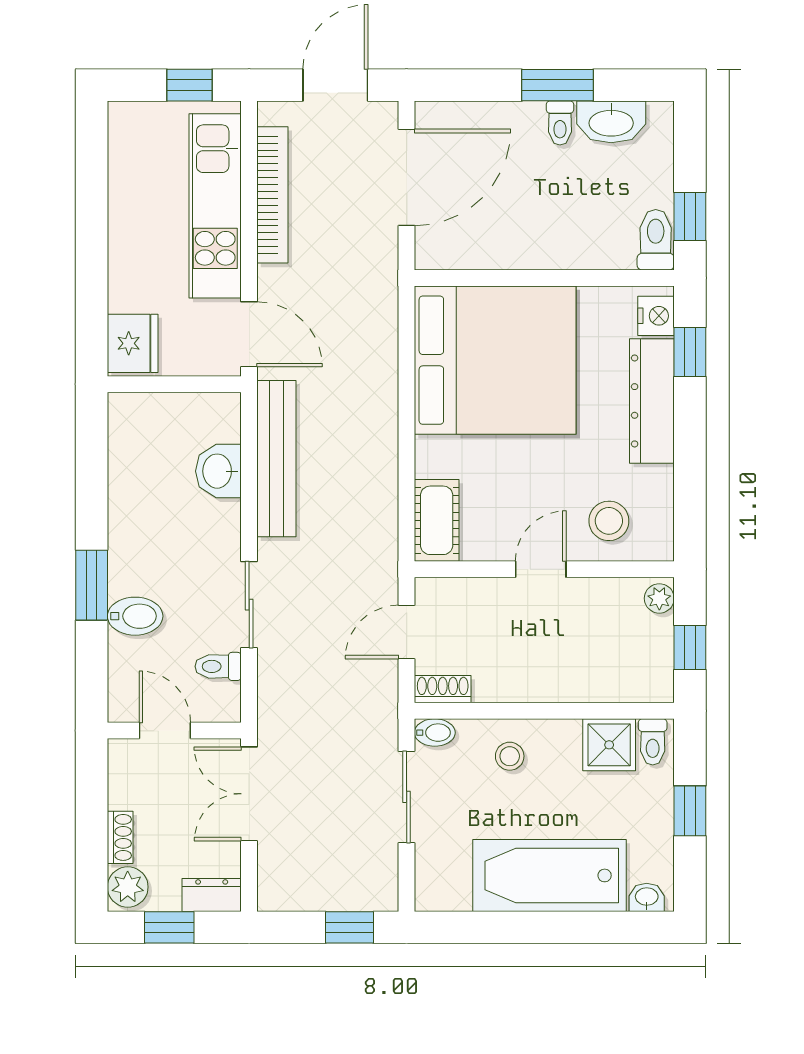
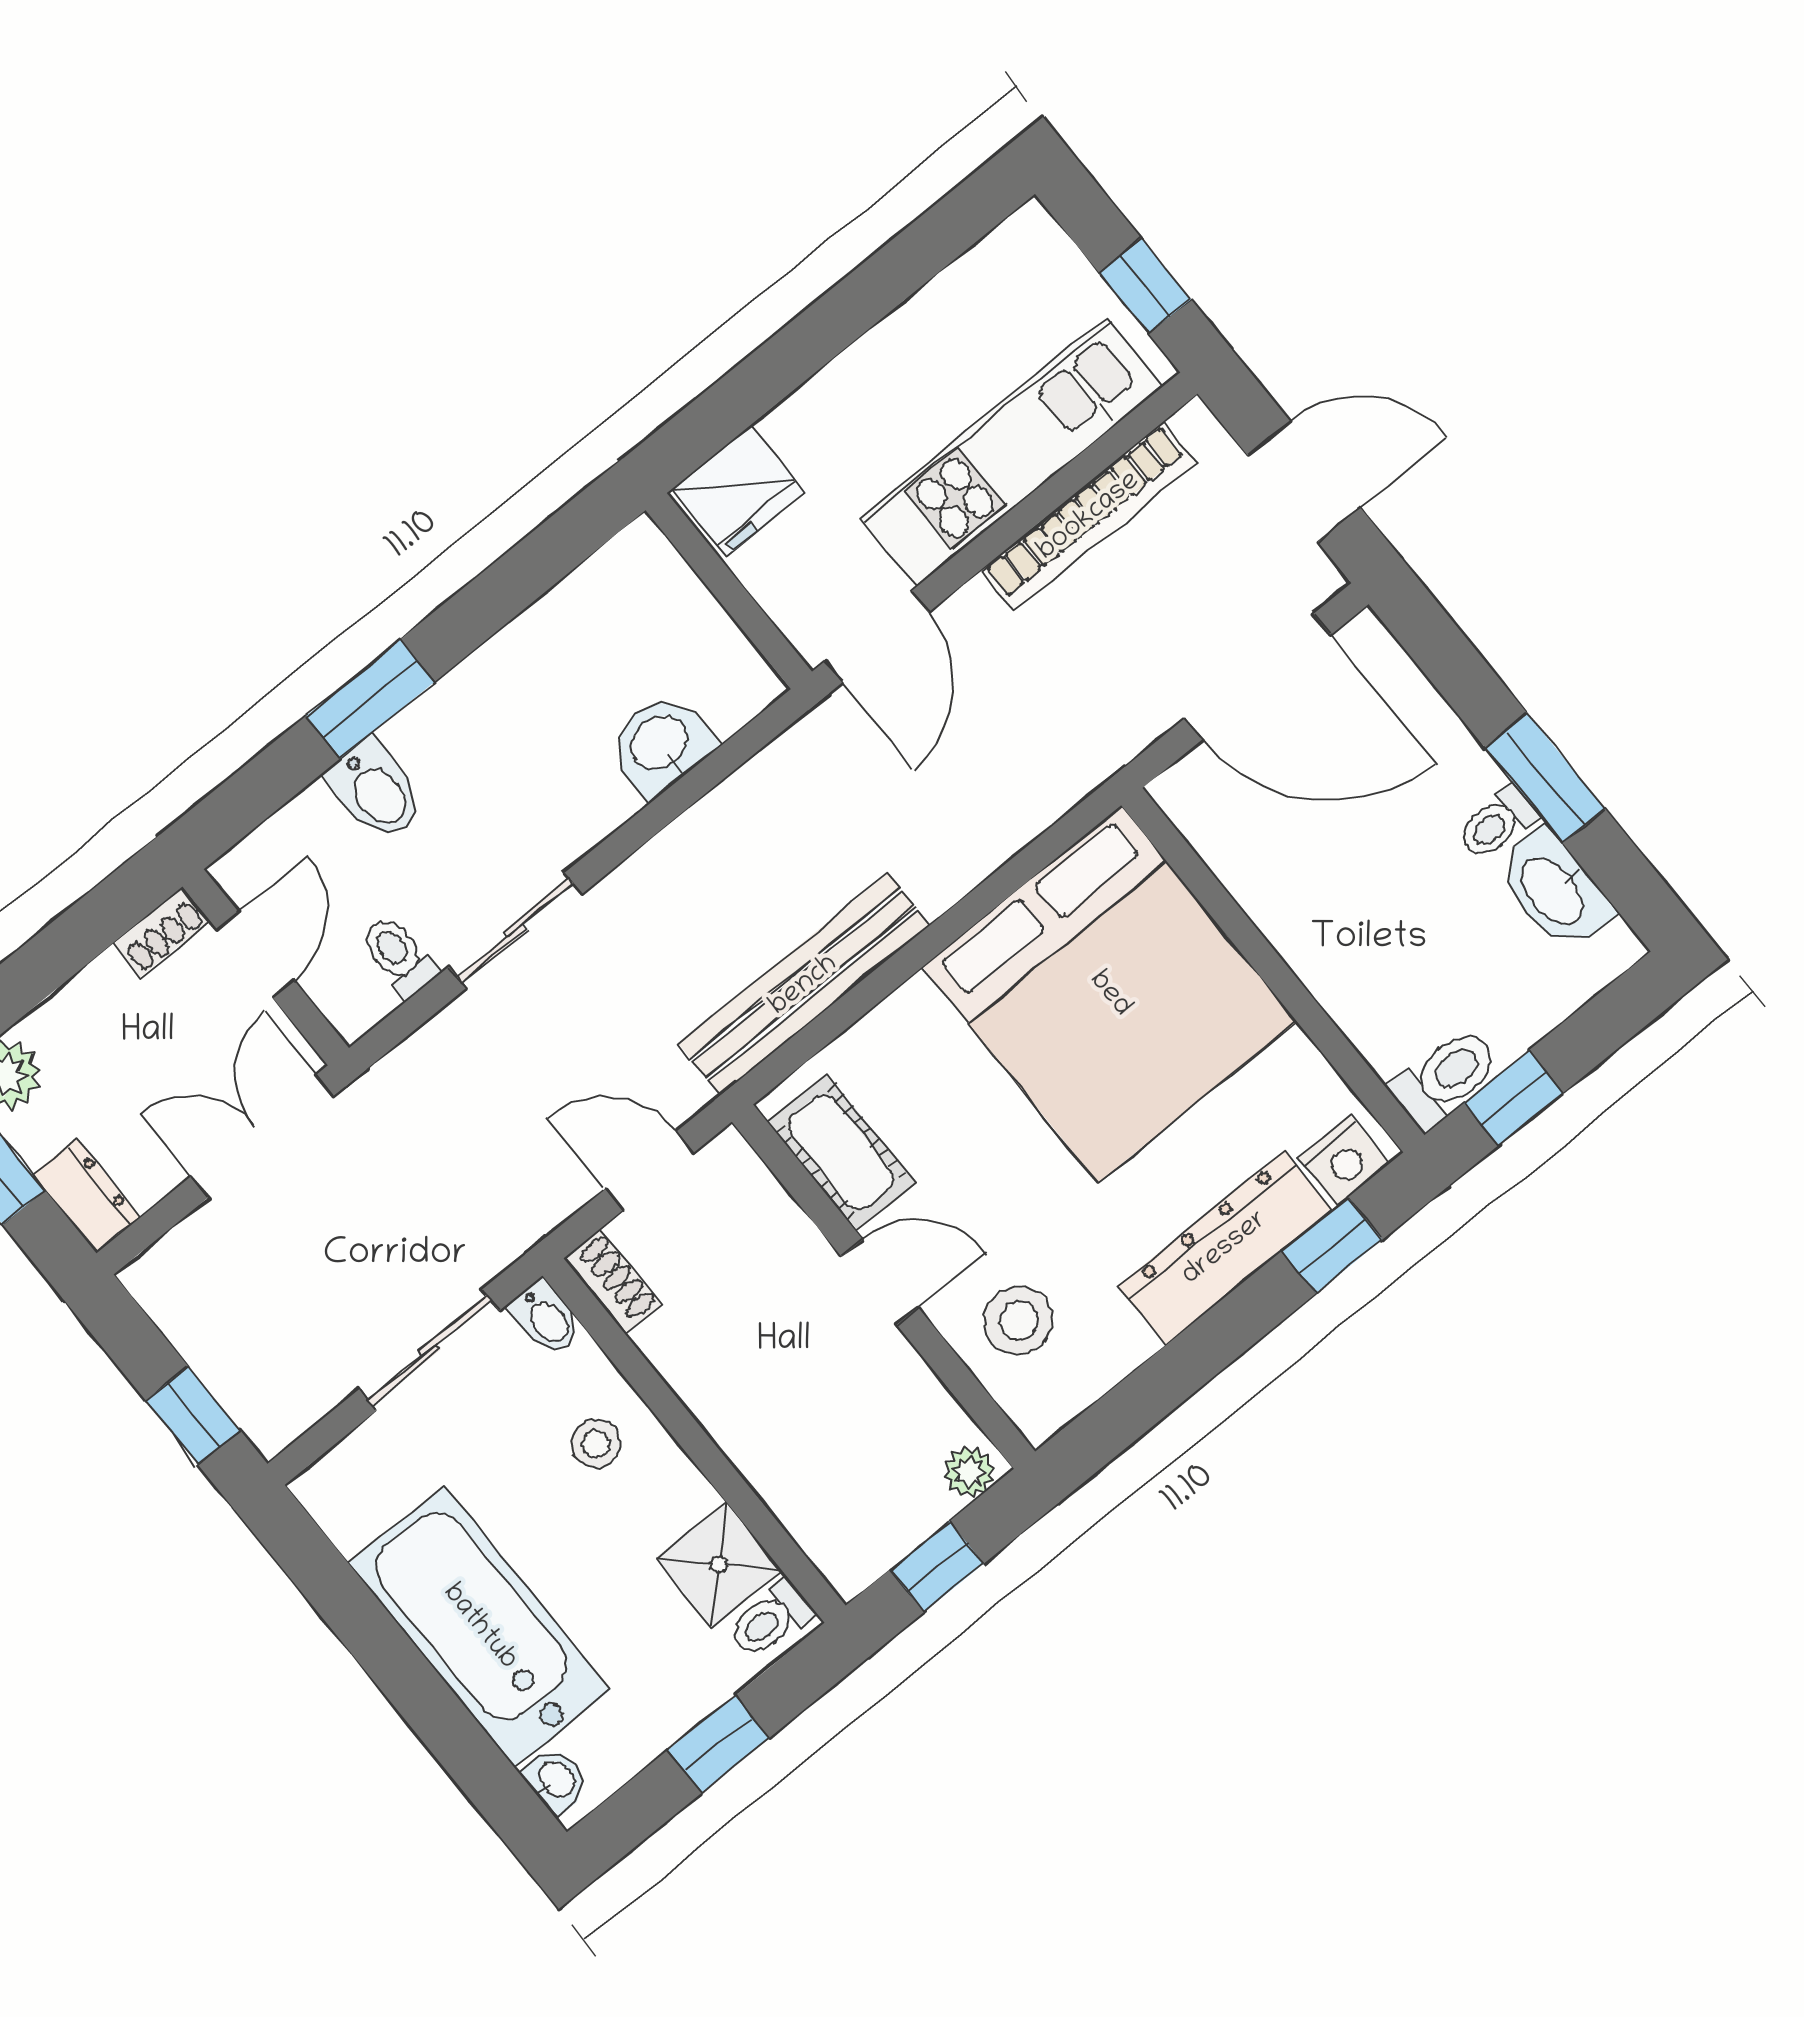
bench: (276, 459) -> (804, 985), moved
cot: (437, 520) -> (841, 1152), moved, turned 90
shoe rack: (120, 837) -> (161, 932), moved

